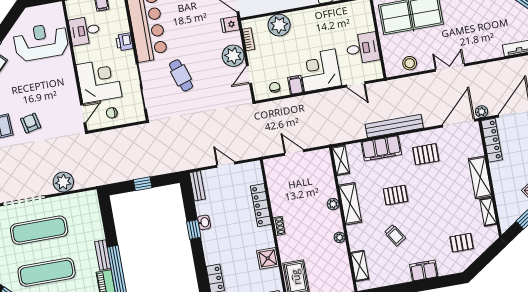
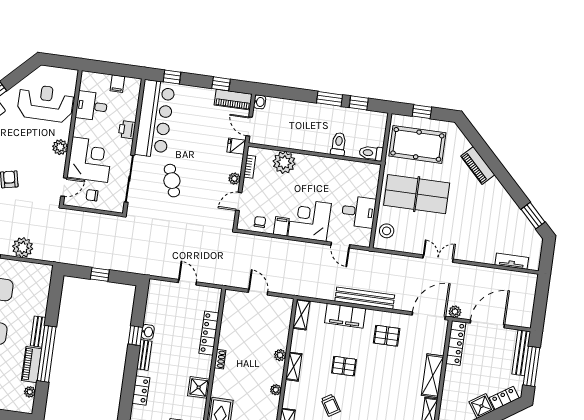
plant: (233, 56) -> (234, 179), width x0.53, depth x0.53
stool: (410, 63) -> (387, 231), moved
plant: (68, 78) -> (60, 147), added
bench: (197, 186) -> (144, 355), moved
shelving: (350, 204) -> (294, 367), width x0.67, depth x0.75

